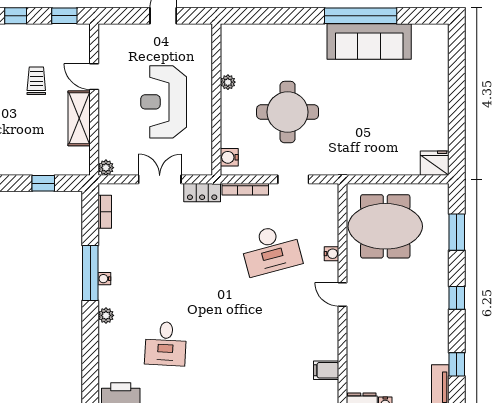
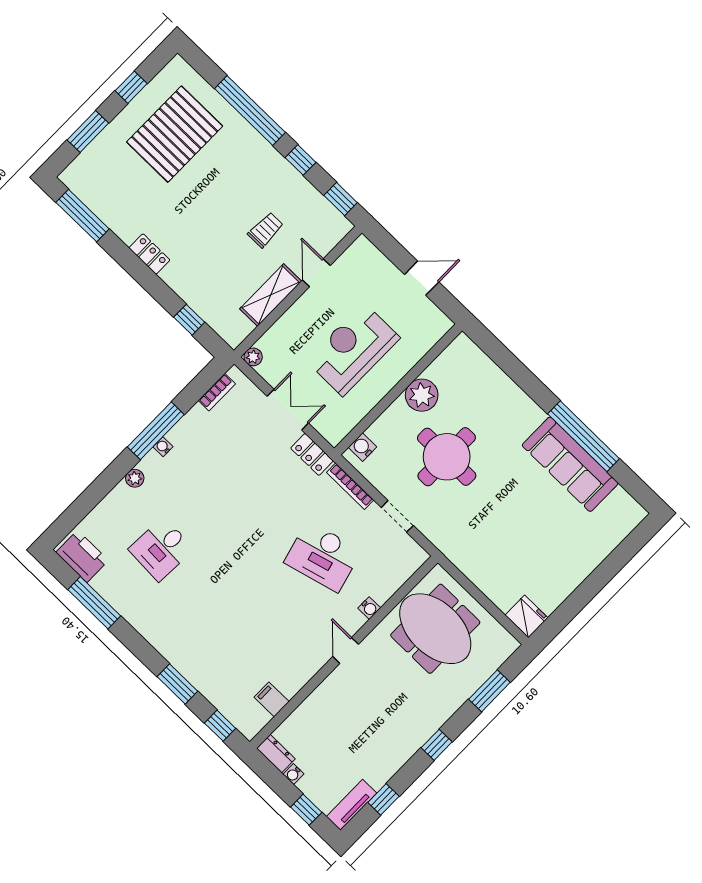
plant: (228, 82) -> (422, 395), width x1.88, depth x1.88

